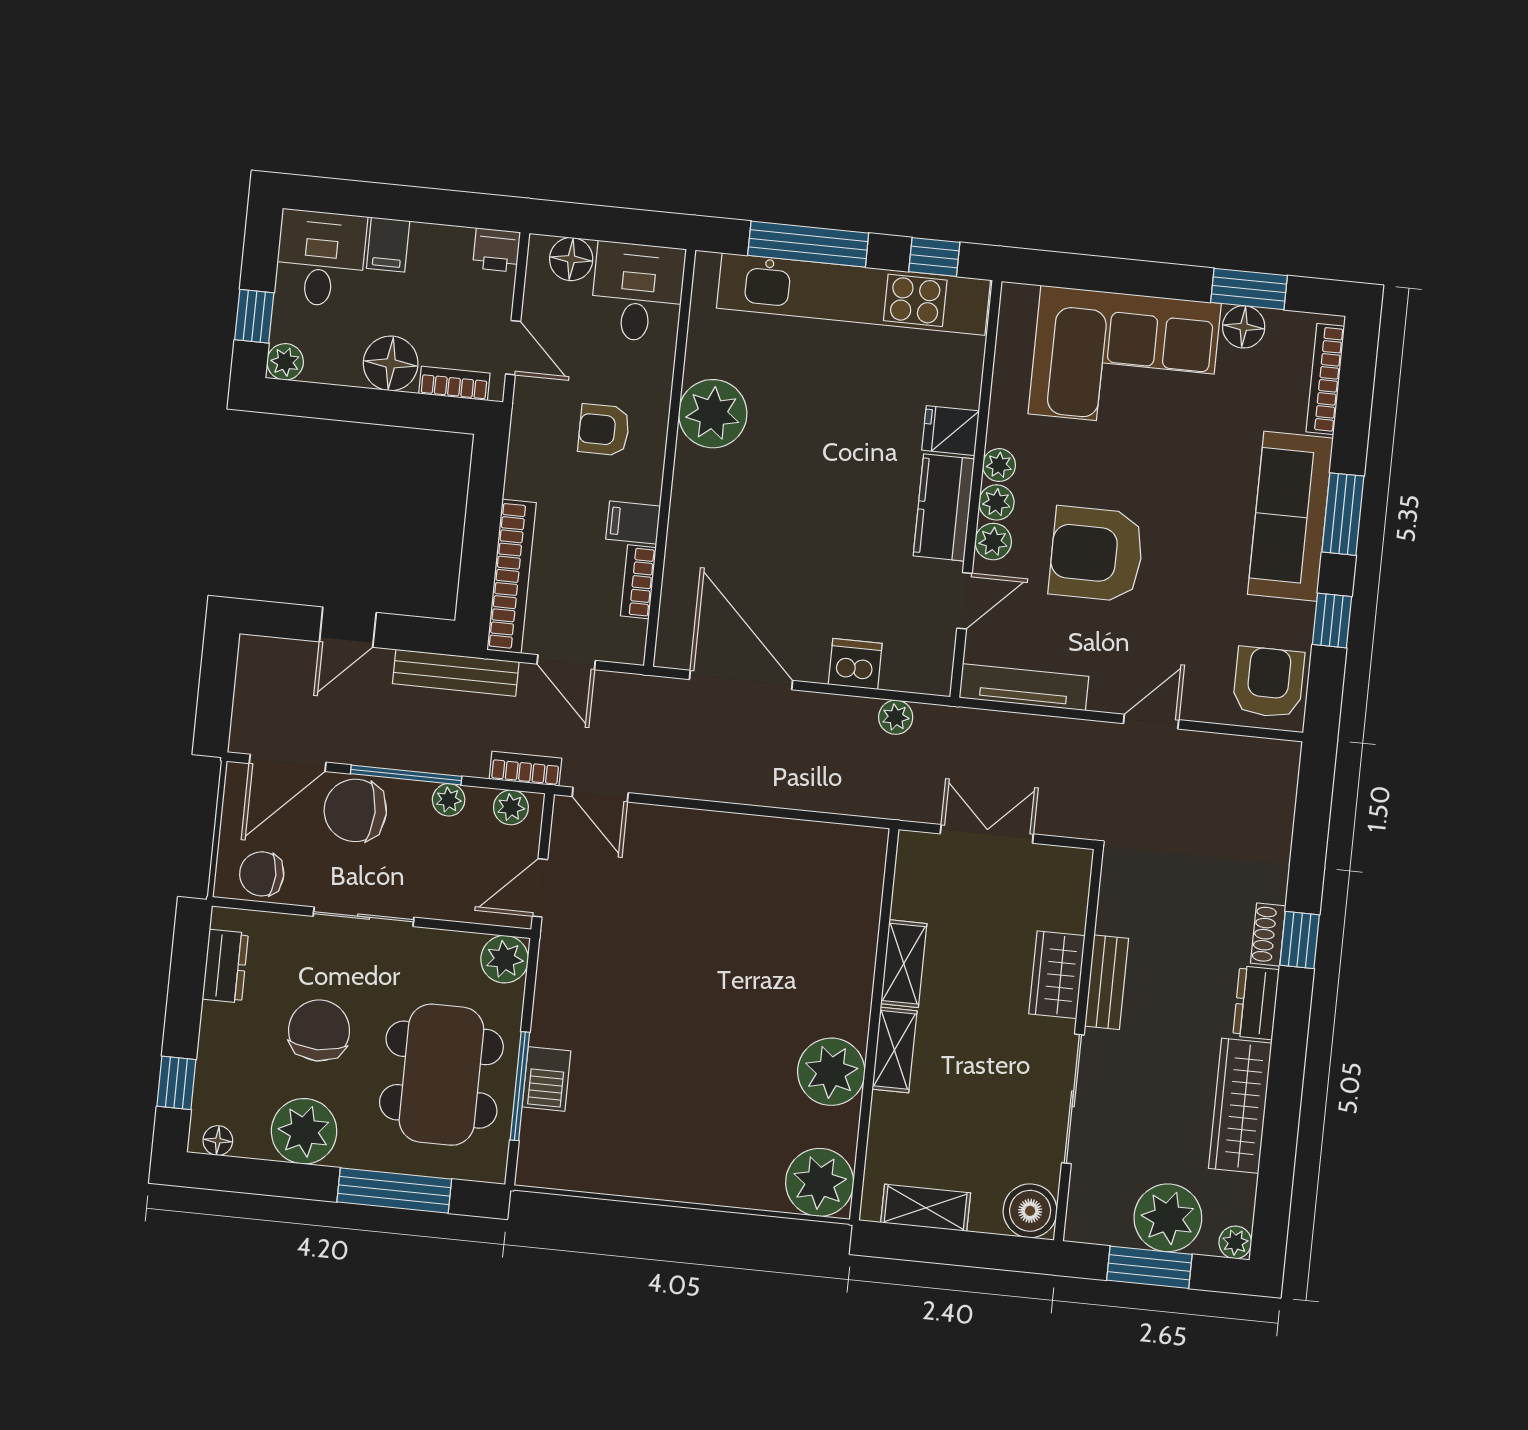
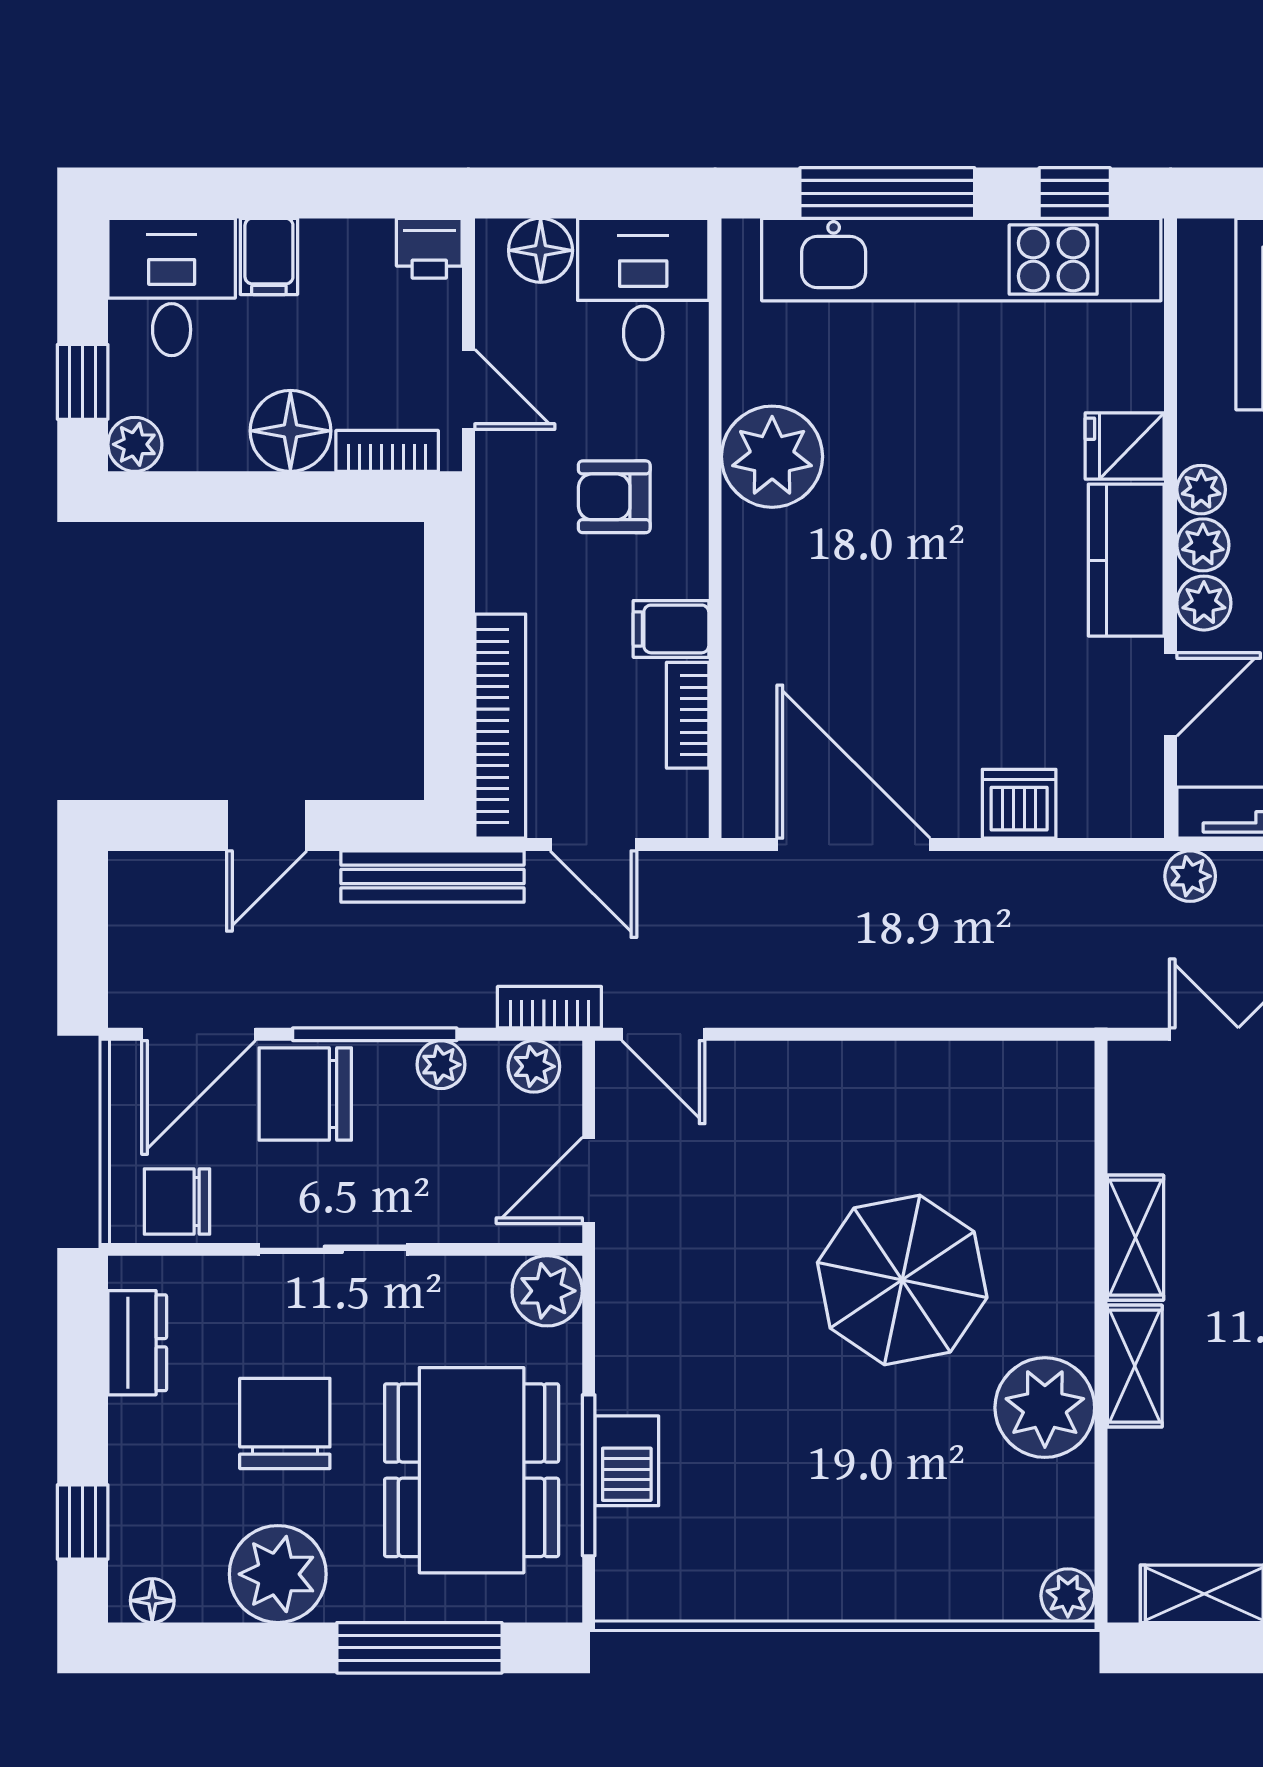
plant: (896, 717) -> (1190, 876), moved
parasol: (744, 976) -> (902, 1280), added
plant: (820, 1182) -> (1068, 1596), width x0.53, depth x0.53

